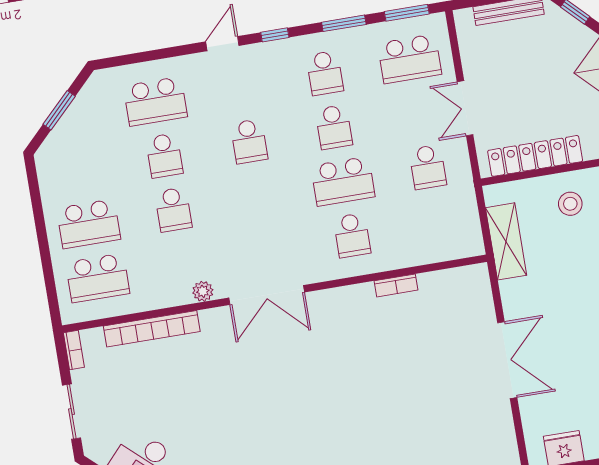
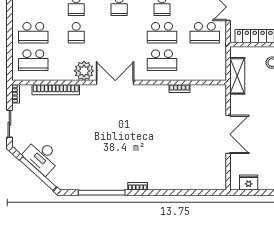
school desk: (428, 167) -> (205, 33), width x1.85
school desk: (352, 235) -> (162, 60), width x1.85
plant: (203, 291) -> (84, 71), width x1.88, depth x1.88
double door: (267, 295) -> (115, 82), swing flipped

